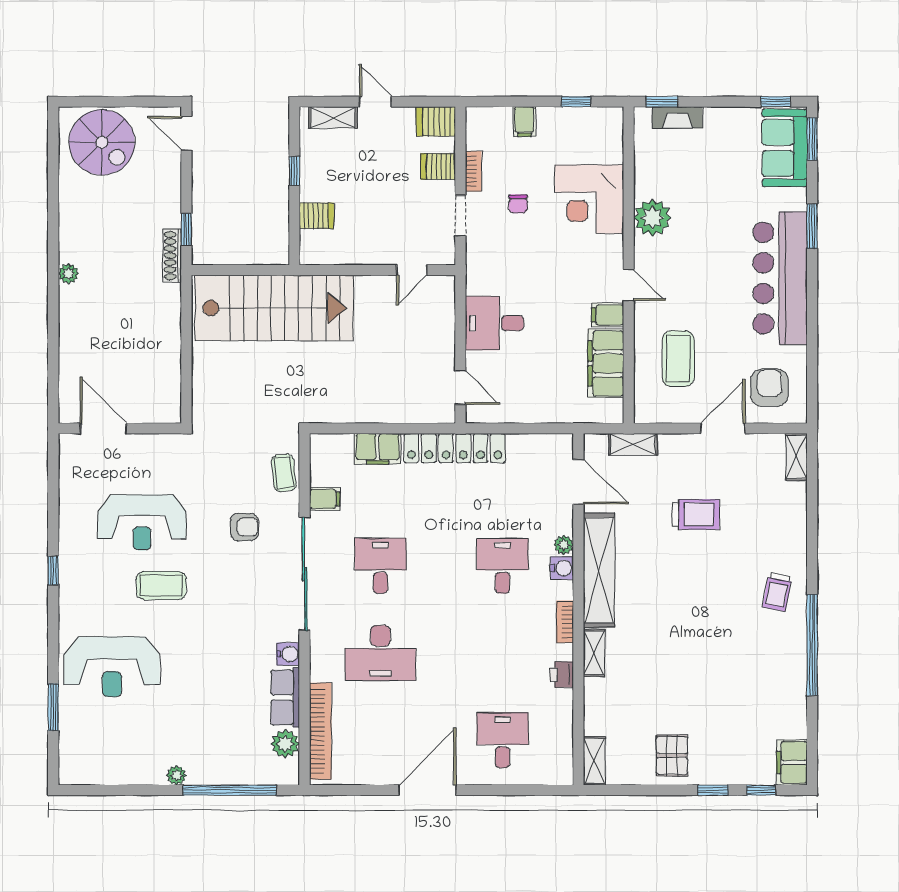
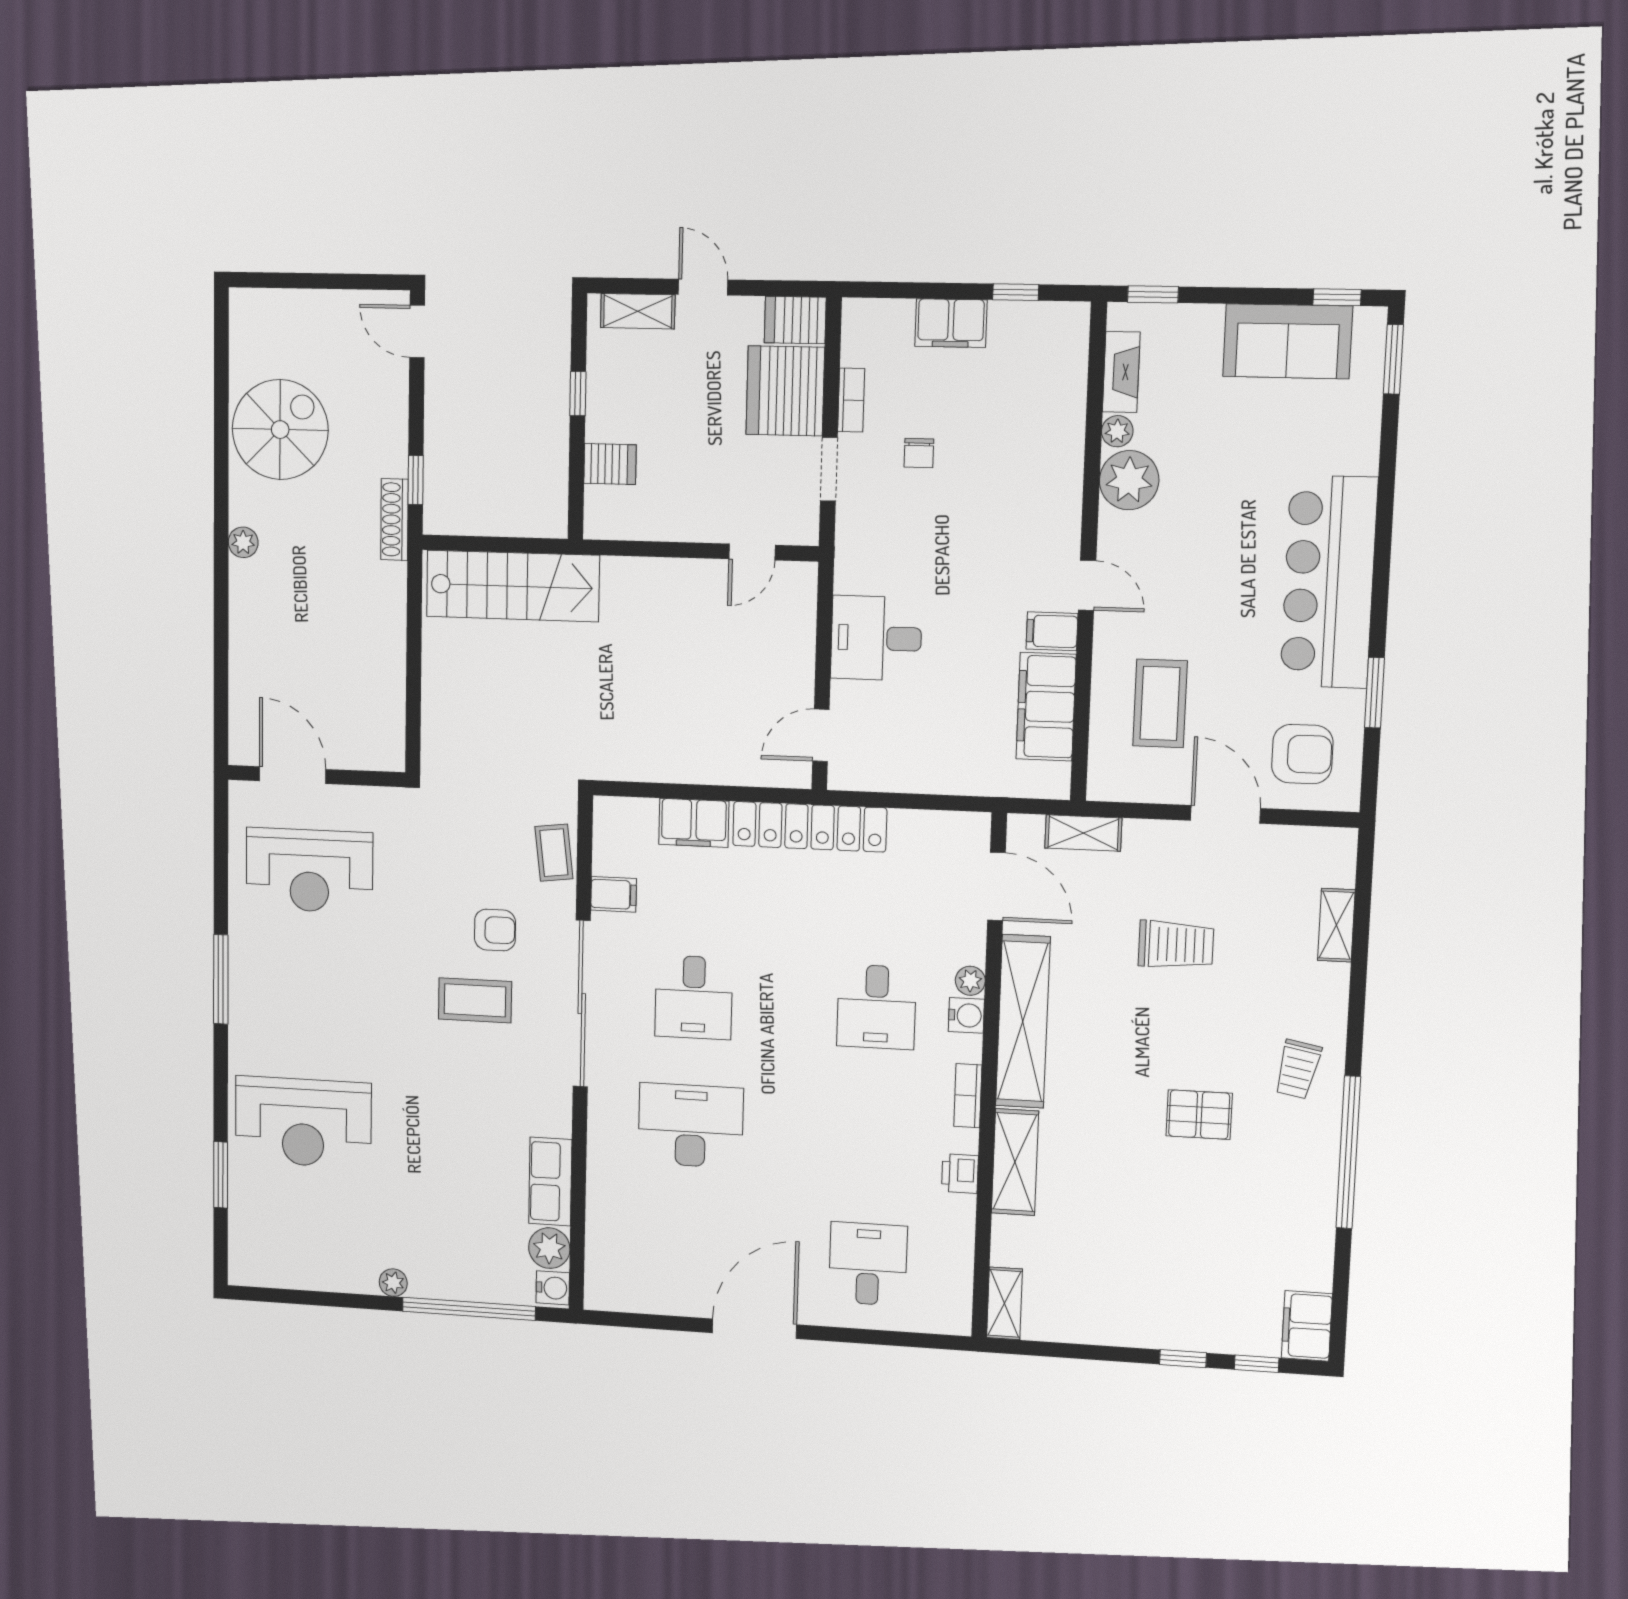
fireplace: (677, 117) -> (1121, 372), moved, turned -90
filing cabinet: (524, 122) -> (951, 323), width x2.00
spiral stairs: (102, 142) -> (280, 430), moved, turned -90
sofa: (785, 148) -> (1288, 341), moved, turned -90
server rack: (438, 166) -> (785, 391), width x2.18, depth x1.44
plant: (644, 187) -> (1117, 431), added
corner desk: (589, 199) -> (1030, 448), removed
window: (812, 226) -> (1374, 693), moved
stairs: (274, 308) -> (513, 586), width x0.73, depth x0.66
door: (460, 388) -> (821, 735), swing flipped
armchair: (769, 388) -> (1302, 754), turned 90
door: (723, 428) -> (1225, 814), hinge flipped
shelving: (797, 457) -> (1336, 925), moved
reception desk: (142, 522) -> (309, 870), moved
desk: (380, 566) -> (694, 997), turned 180
desk: (503, 566) -> (876, 1007), turned 180
window: (53, 570) -> (221, 979), width x2.17
coffee table: (161, 586) -> (475, 1000), moved
desk: (380, 653) -> (691, 1125), turned 180
shelving: (594, 653) -> (1015, 1162), width x1.50, depth x1.33
water cooler: (288, 654) -> (553, 1288), moved
bookcase: (320, 731) -> (601, 1233), removed
pallet: (672, 756) -> (1199, 1115), moved, turned 90

